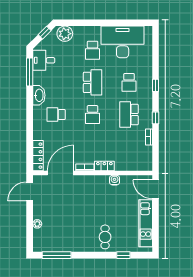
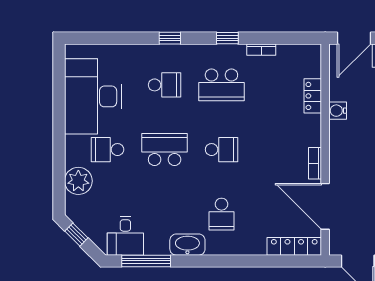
plant: (65, 34) -> (78, 181), moved
school desk: (93, 50) -> (108, 150), turned 180
locker: (104, 166) -> (313, 96), moved

